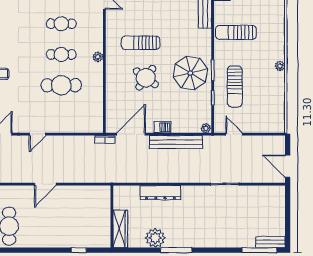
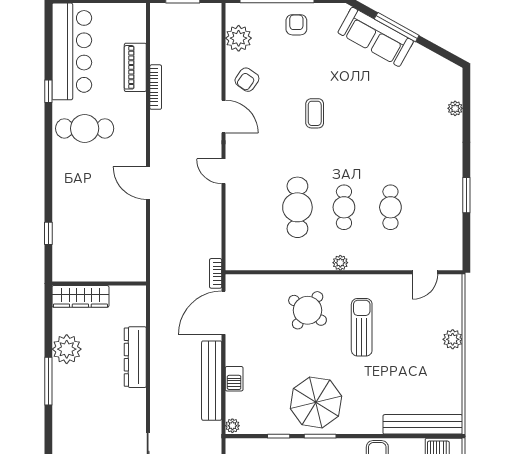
round table: (146, 78) -> (308, 310), moved
barbecue: (162, 127) -> (234, 379), moved
door: (131, 134) -> (223, 313), swing flipped

